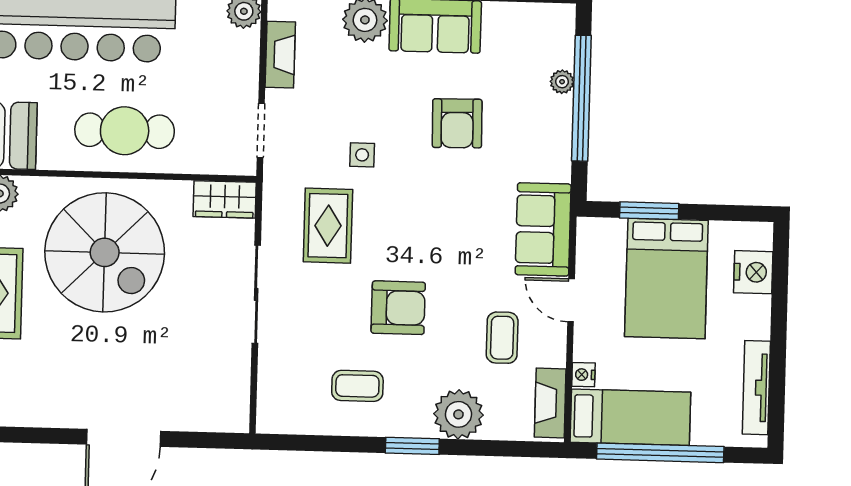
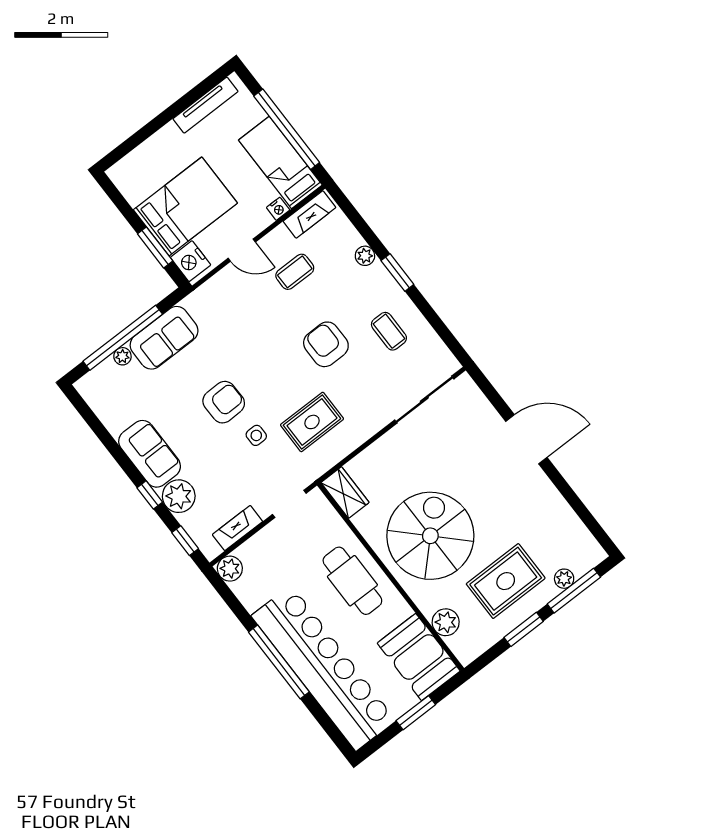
armchair: (457, 123) -> (224, 402), moved
sofa: (543, 229) -> (164, 338), moved
nightstand: (753, 272) -> (191, 261), moved, turned -90
sliding door: (256, 294) -> (424, 400), moved
door: (571, 300) -> (242, 250), hinge flipped
plant: (458, 414) -> (365, 256), width x0.53, depth x0.53

